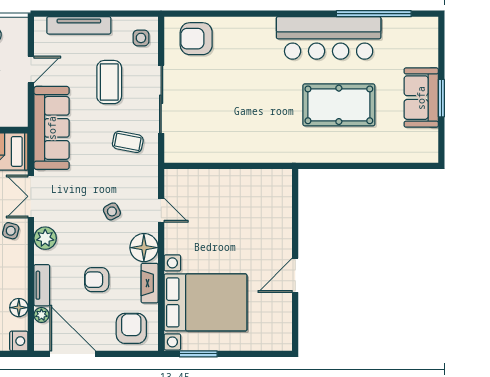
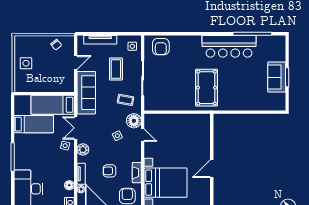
armchair: (196, 39) -> (161, 47), turned -90
pool table: (339, 105) -> (206, 88), moved, turned 90
floor lamp: (144, 248) -> (134, 121), moved

